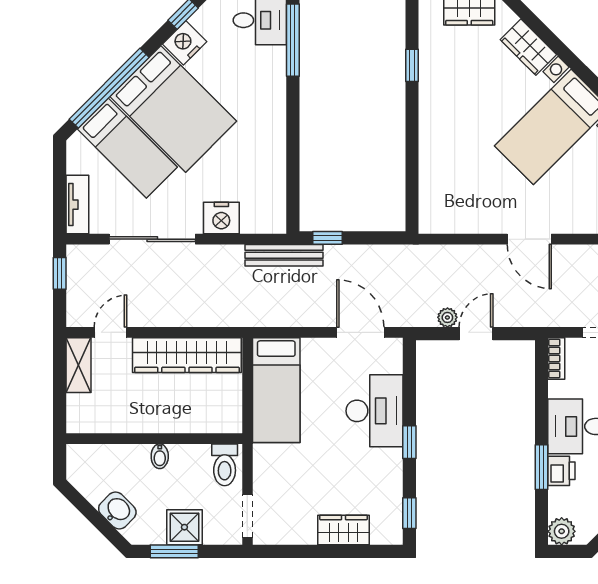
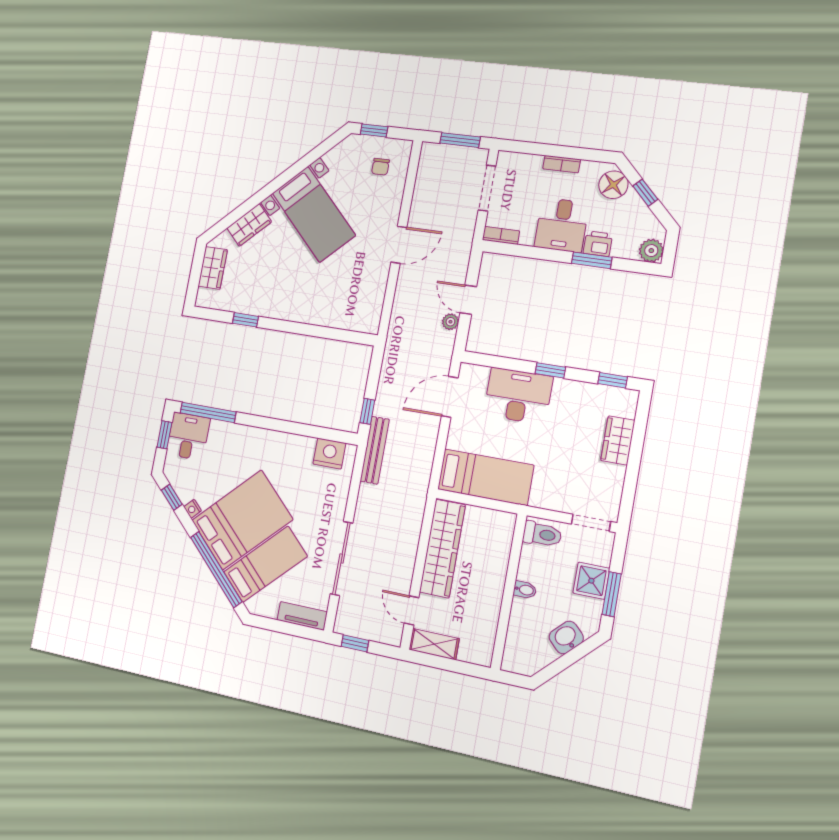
nightstand: (185, 43) -> (193, 509), width x0.53, depth x0.56
nightstand: (221, 218) -> (329, 453), moved, turned -90

